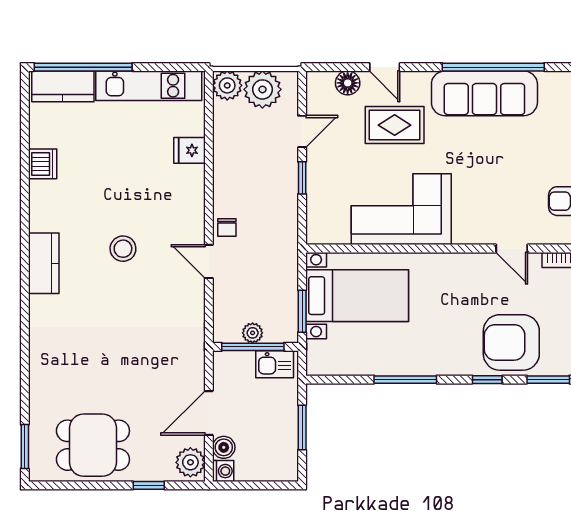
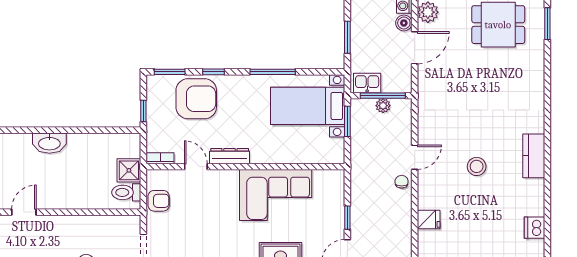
fridge: (189, 150) -> (429, 220), moved
door: (209, 262) -> (415, 157), hinge flipped
dresser: (465, 263) -> (230, 156), added
bed with nightstands: (357, 296) -> (308, 106), moved

